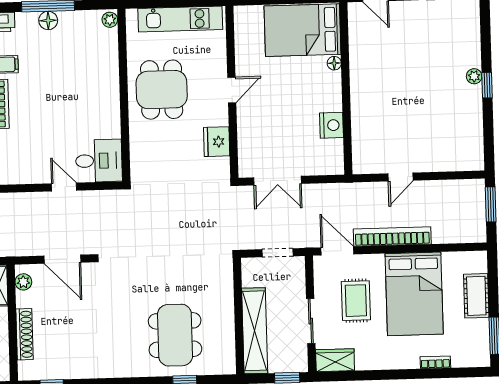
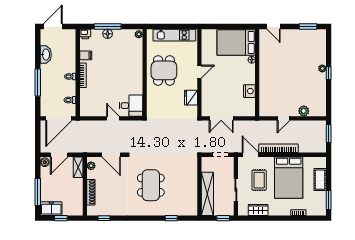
plant: (440, 161) -> (304, 111), added
dining table: (175, 335) -> (151, 185), moved
wardrobe: (335, 360) -> (258, 210), moved

